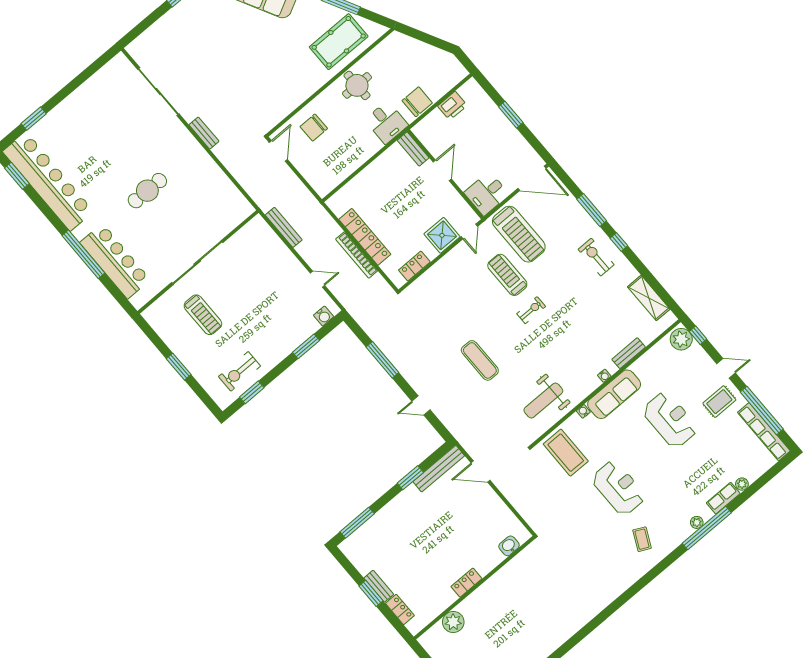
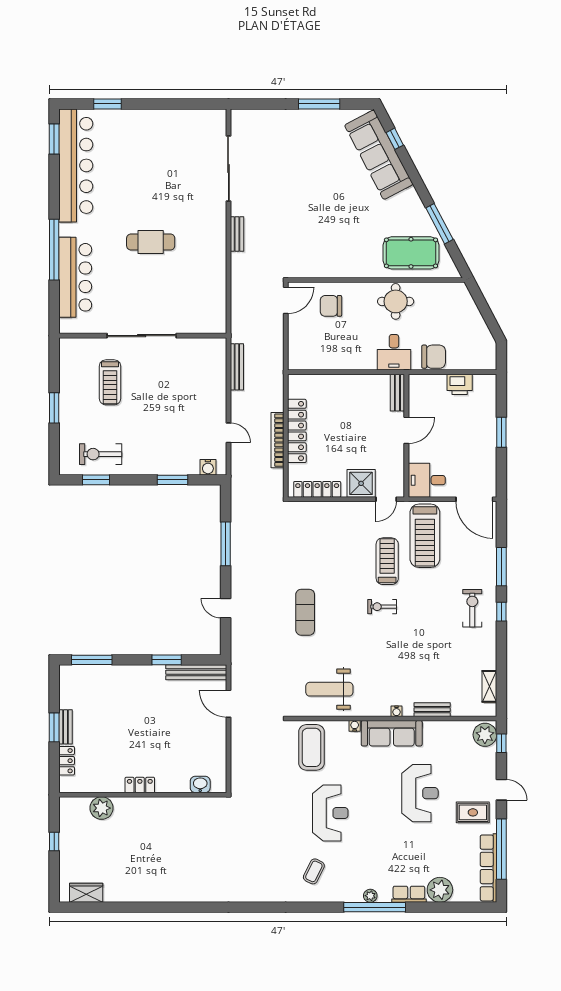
locker: (414, 266) -> (317, 489), width x1.53
shelving: (649, 298) -> (489, 686), width x0.67, depth x0.75
exercise bike: (531, 310) -> (382, 607), turned 180
plant: (742, 484) -> (440, 890), width x1.88, depth x1.88

